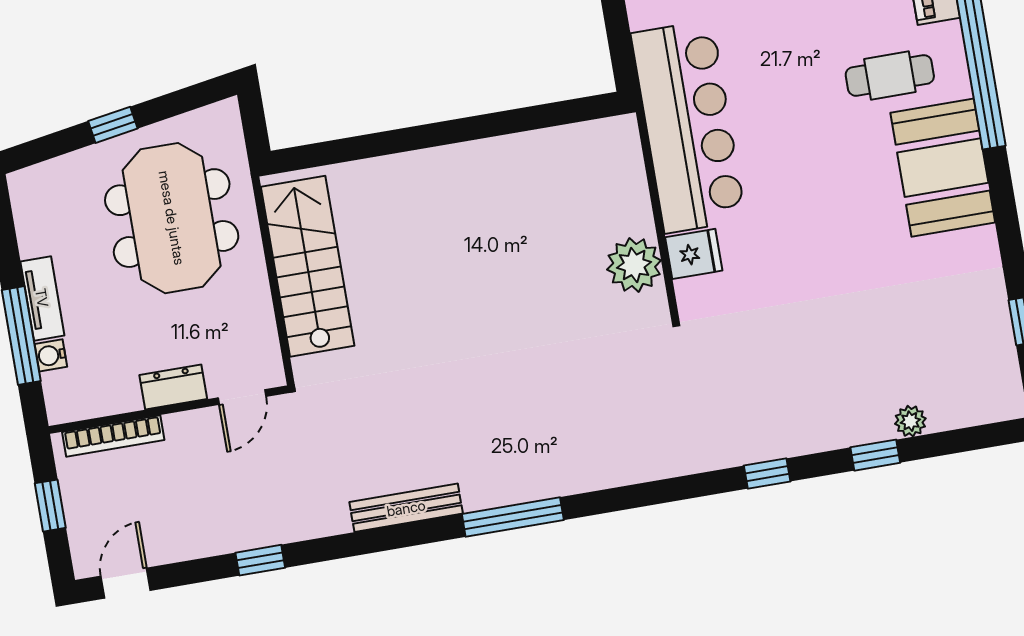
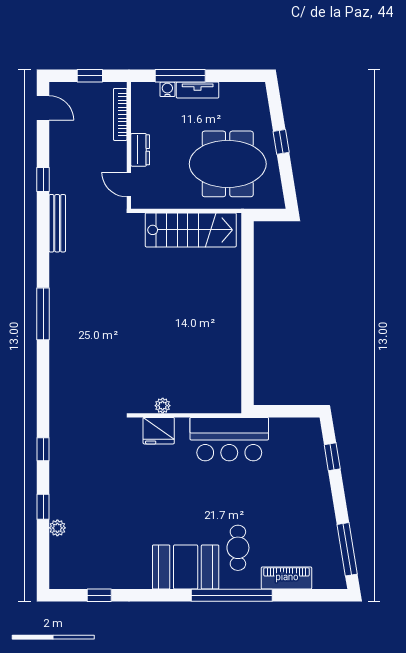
bar counter: (688, 127) -> (229, 439), width x0.73
fridge: (694, 254) -> (159, 431), width x1.38
plant: (634, 265) -> (163, 406), width x0.53, depth x0.53
bench: (406, 508) -> (57, 223), moved

